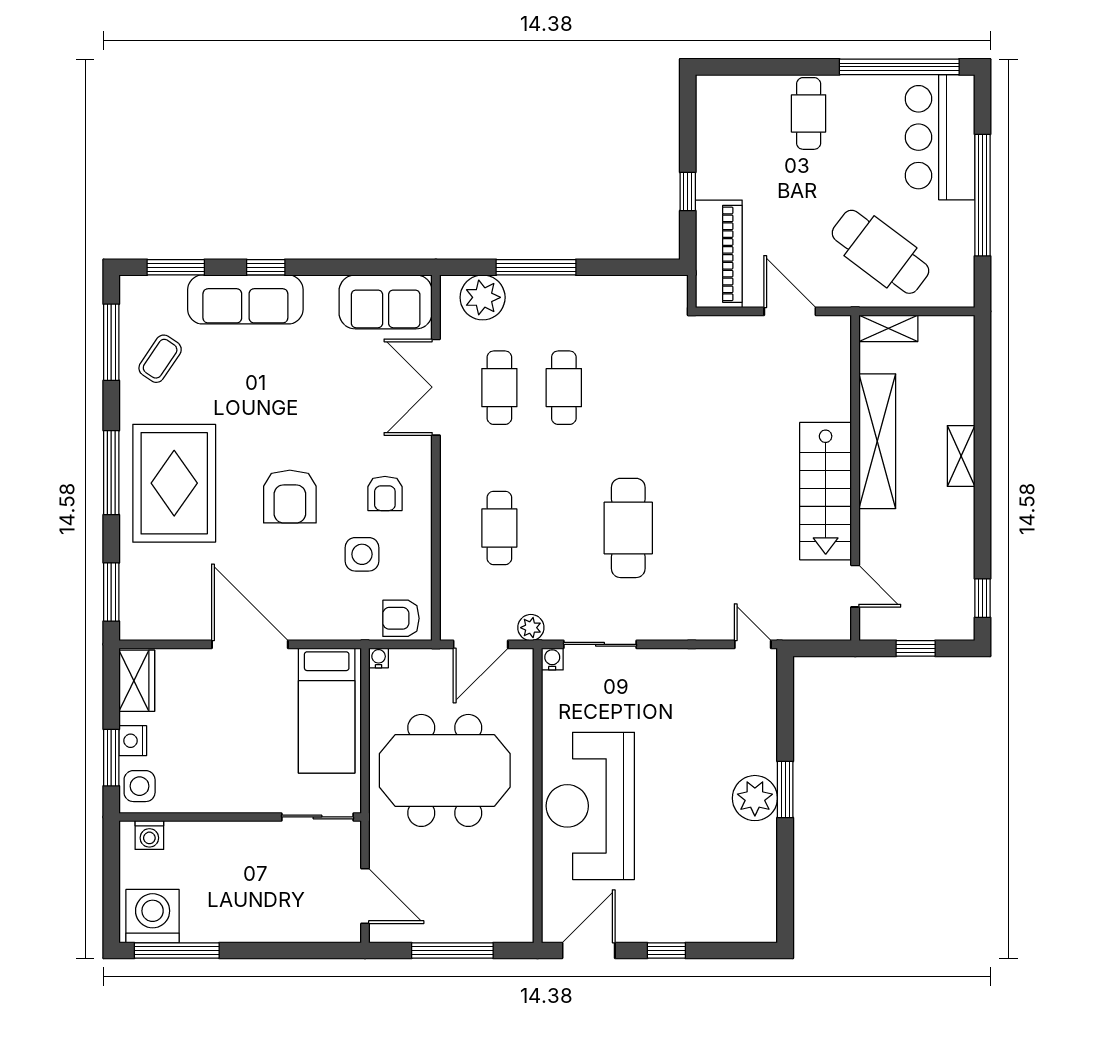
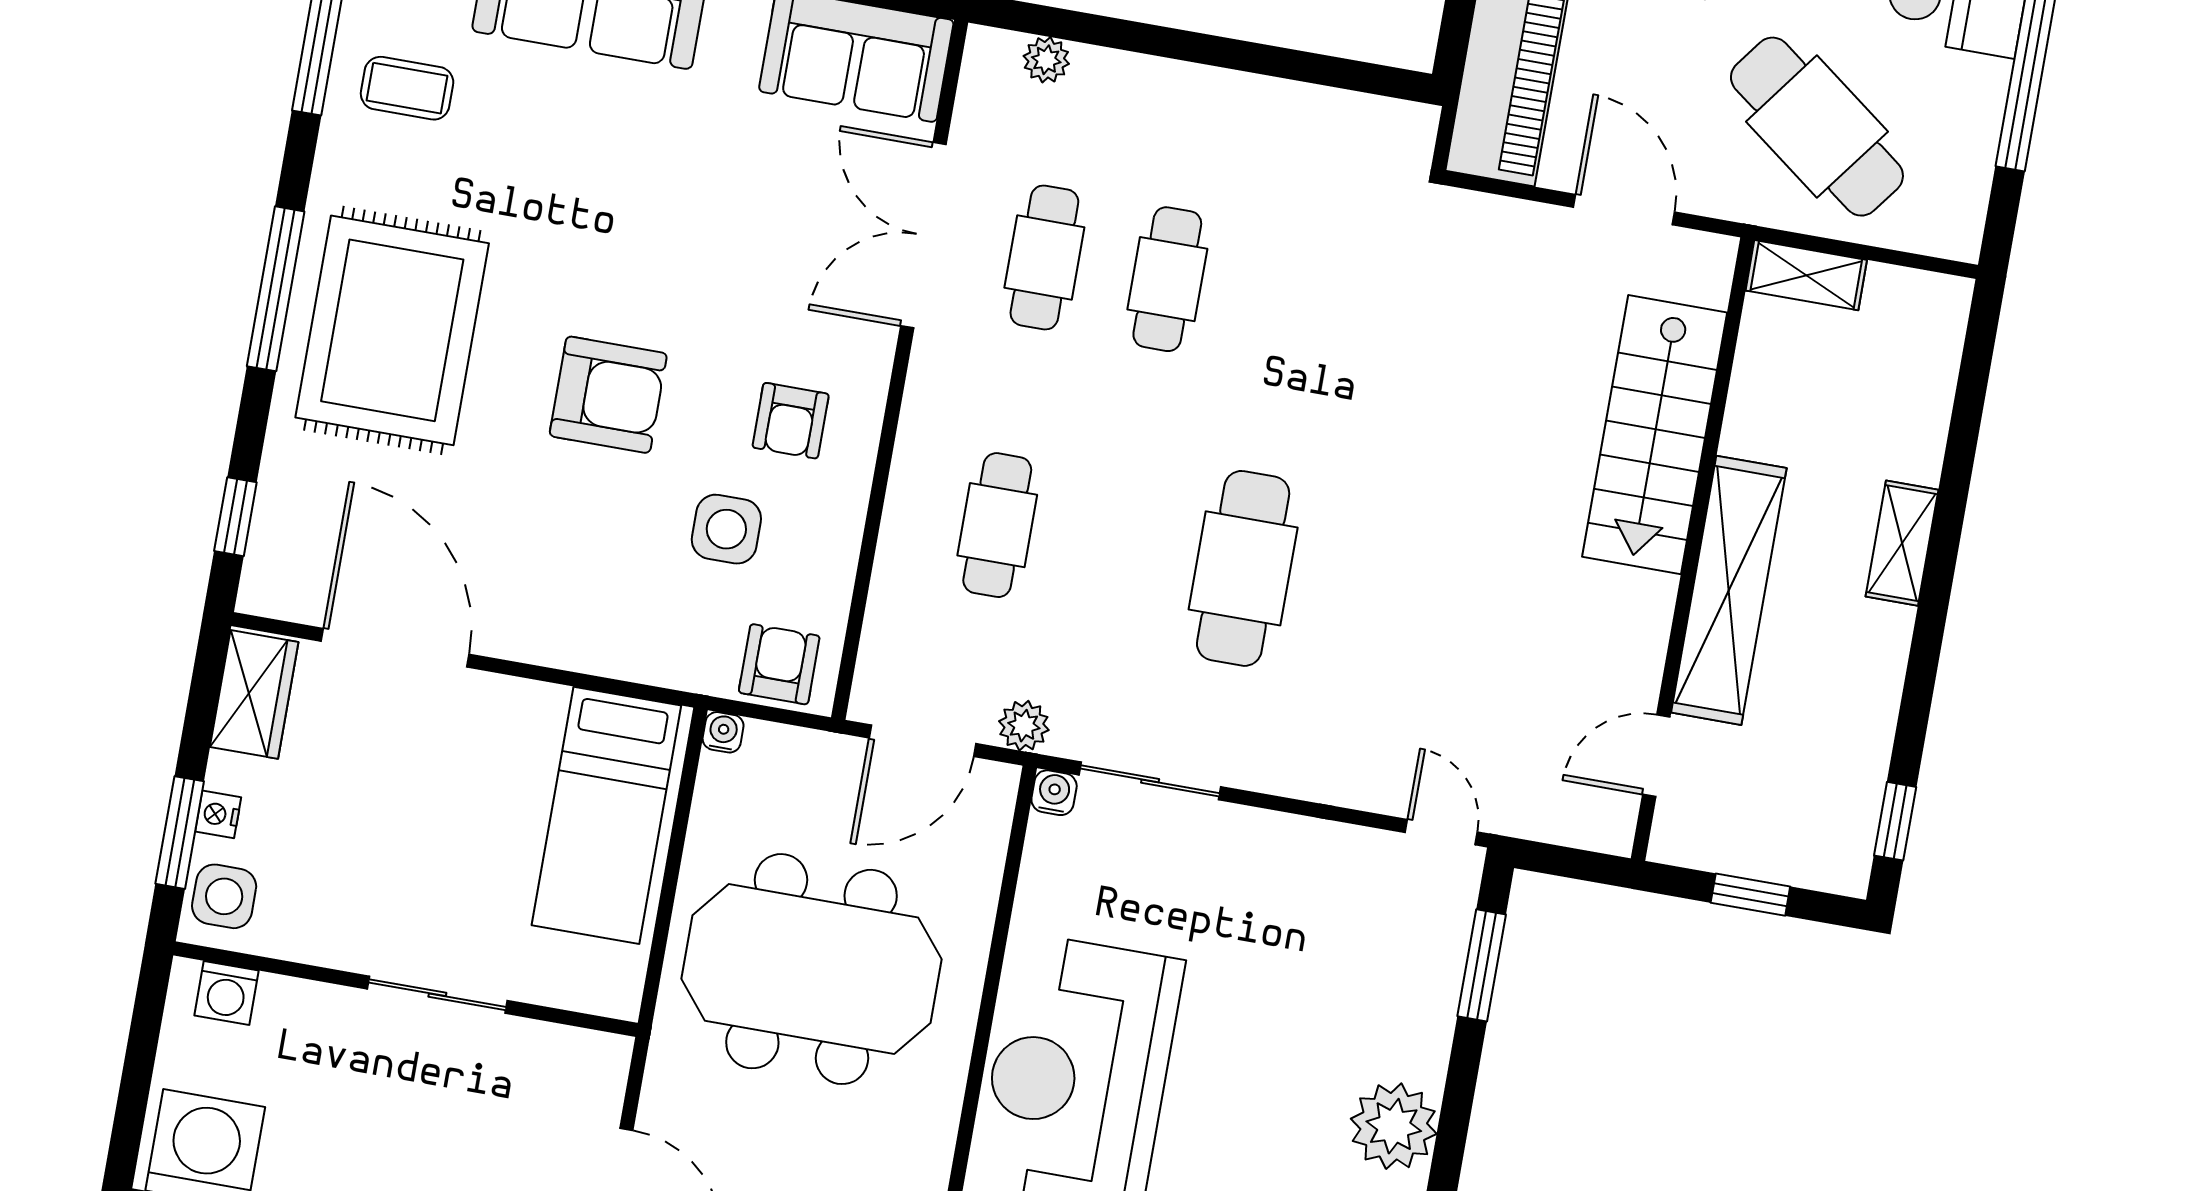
window: (536, 267) -> (1155, 40), removed
plant: (483, 297) -> (1046, 60), width x0.53, depth x0.53
coffee table: (160, 359) -> (407, 88), turned 56
shelving: (877, 441) -> (1729, 590), moved
stairs: (826, 491) -> (1655, 435), moved
armchair: (290, 497) -> (608, 395), turned -90
door: (855, 586) -> (1656, 756), swing flipped
window: (111, 592) -> (235, 517), width x0.67
armchair: (401, 618) -> (779, 664), turned 90
door: (250, 644) -> (395, 648), moved
nightstand: (133, 741) -> (218, 814), width x0.72, depth x0.74
window: (785, 789) -> (1482, 965), moved
sliding door: (318, 817) -> (437, 995), moved

